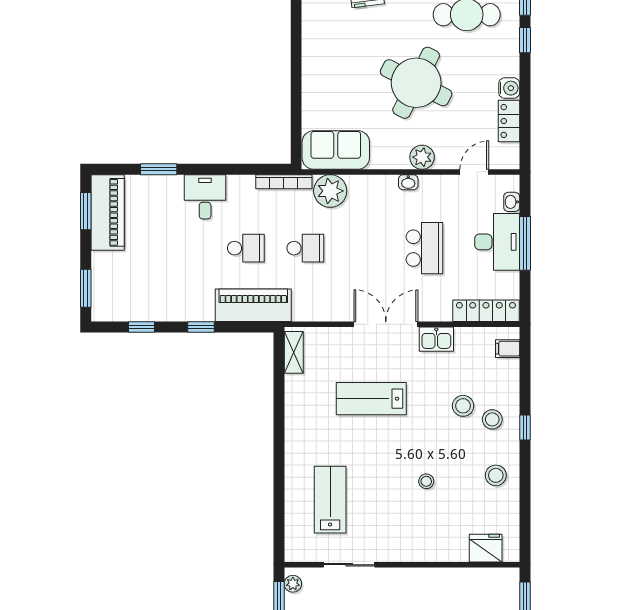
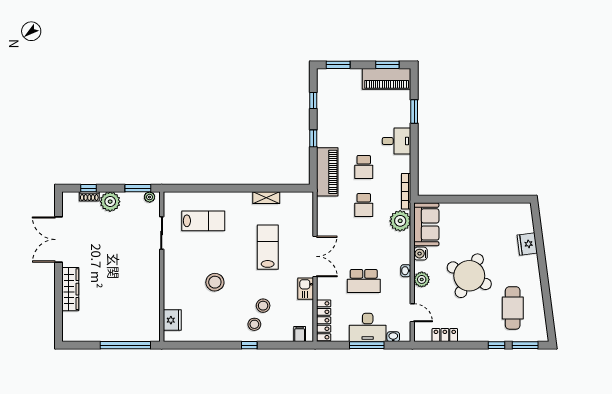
water cooler: (509, 88) -> (421, 254), moved, turned 90
shelving: (294, 352) -> (266, 198), moved
stool: (496, 475) -> (219, 327), removed
stool: (426, 481) -> (215, 282), width x1.89, depth x1.89

